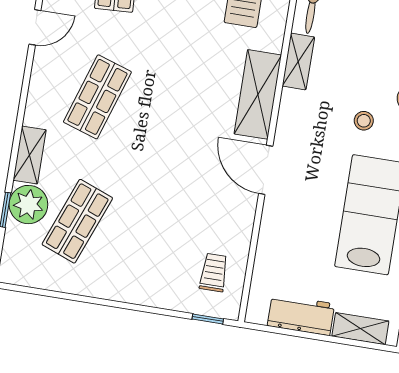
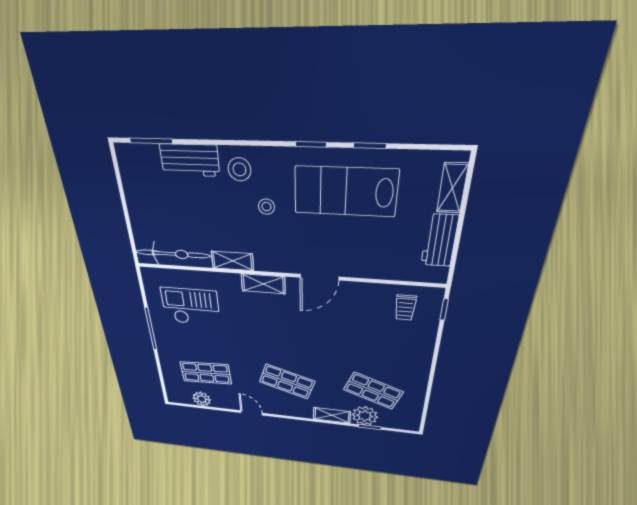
shelving: (258, 94) -> (263, 284), width x0.67, depth x0.75
trolley: (214, 273) -> (405, 308), turned -90

